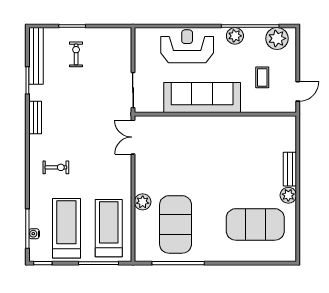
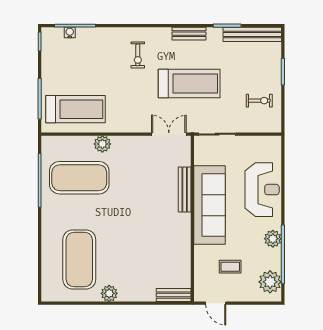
exercise bike: (76, 54) -> (259, 101), moved
bench: (187, 122) -> (185, 190), added
bench: (290, 169) -> (174, 295), moved
treadmill: (66, 228) -> (189, 83), moved

